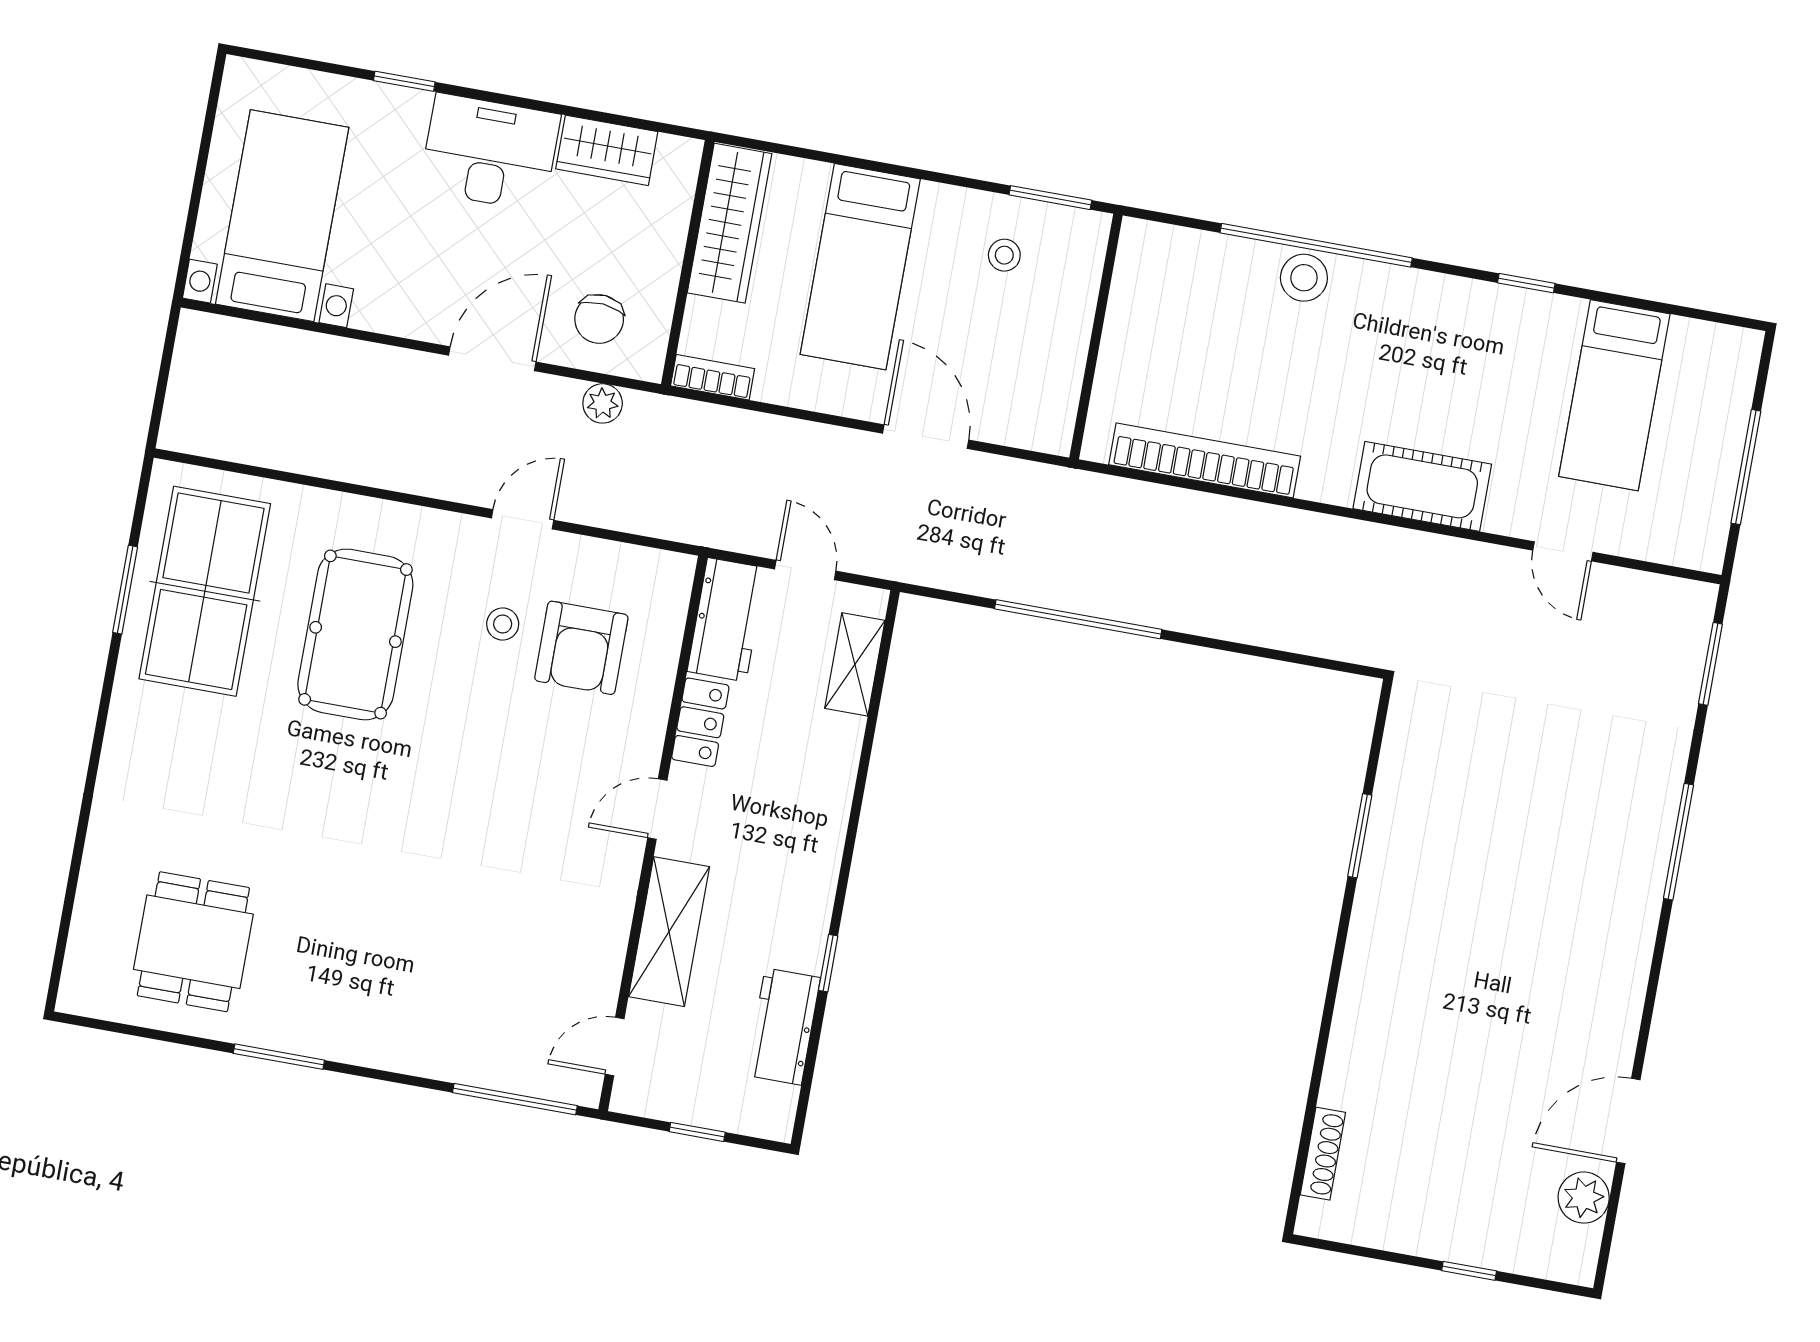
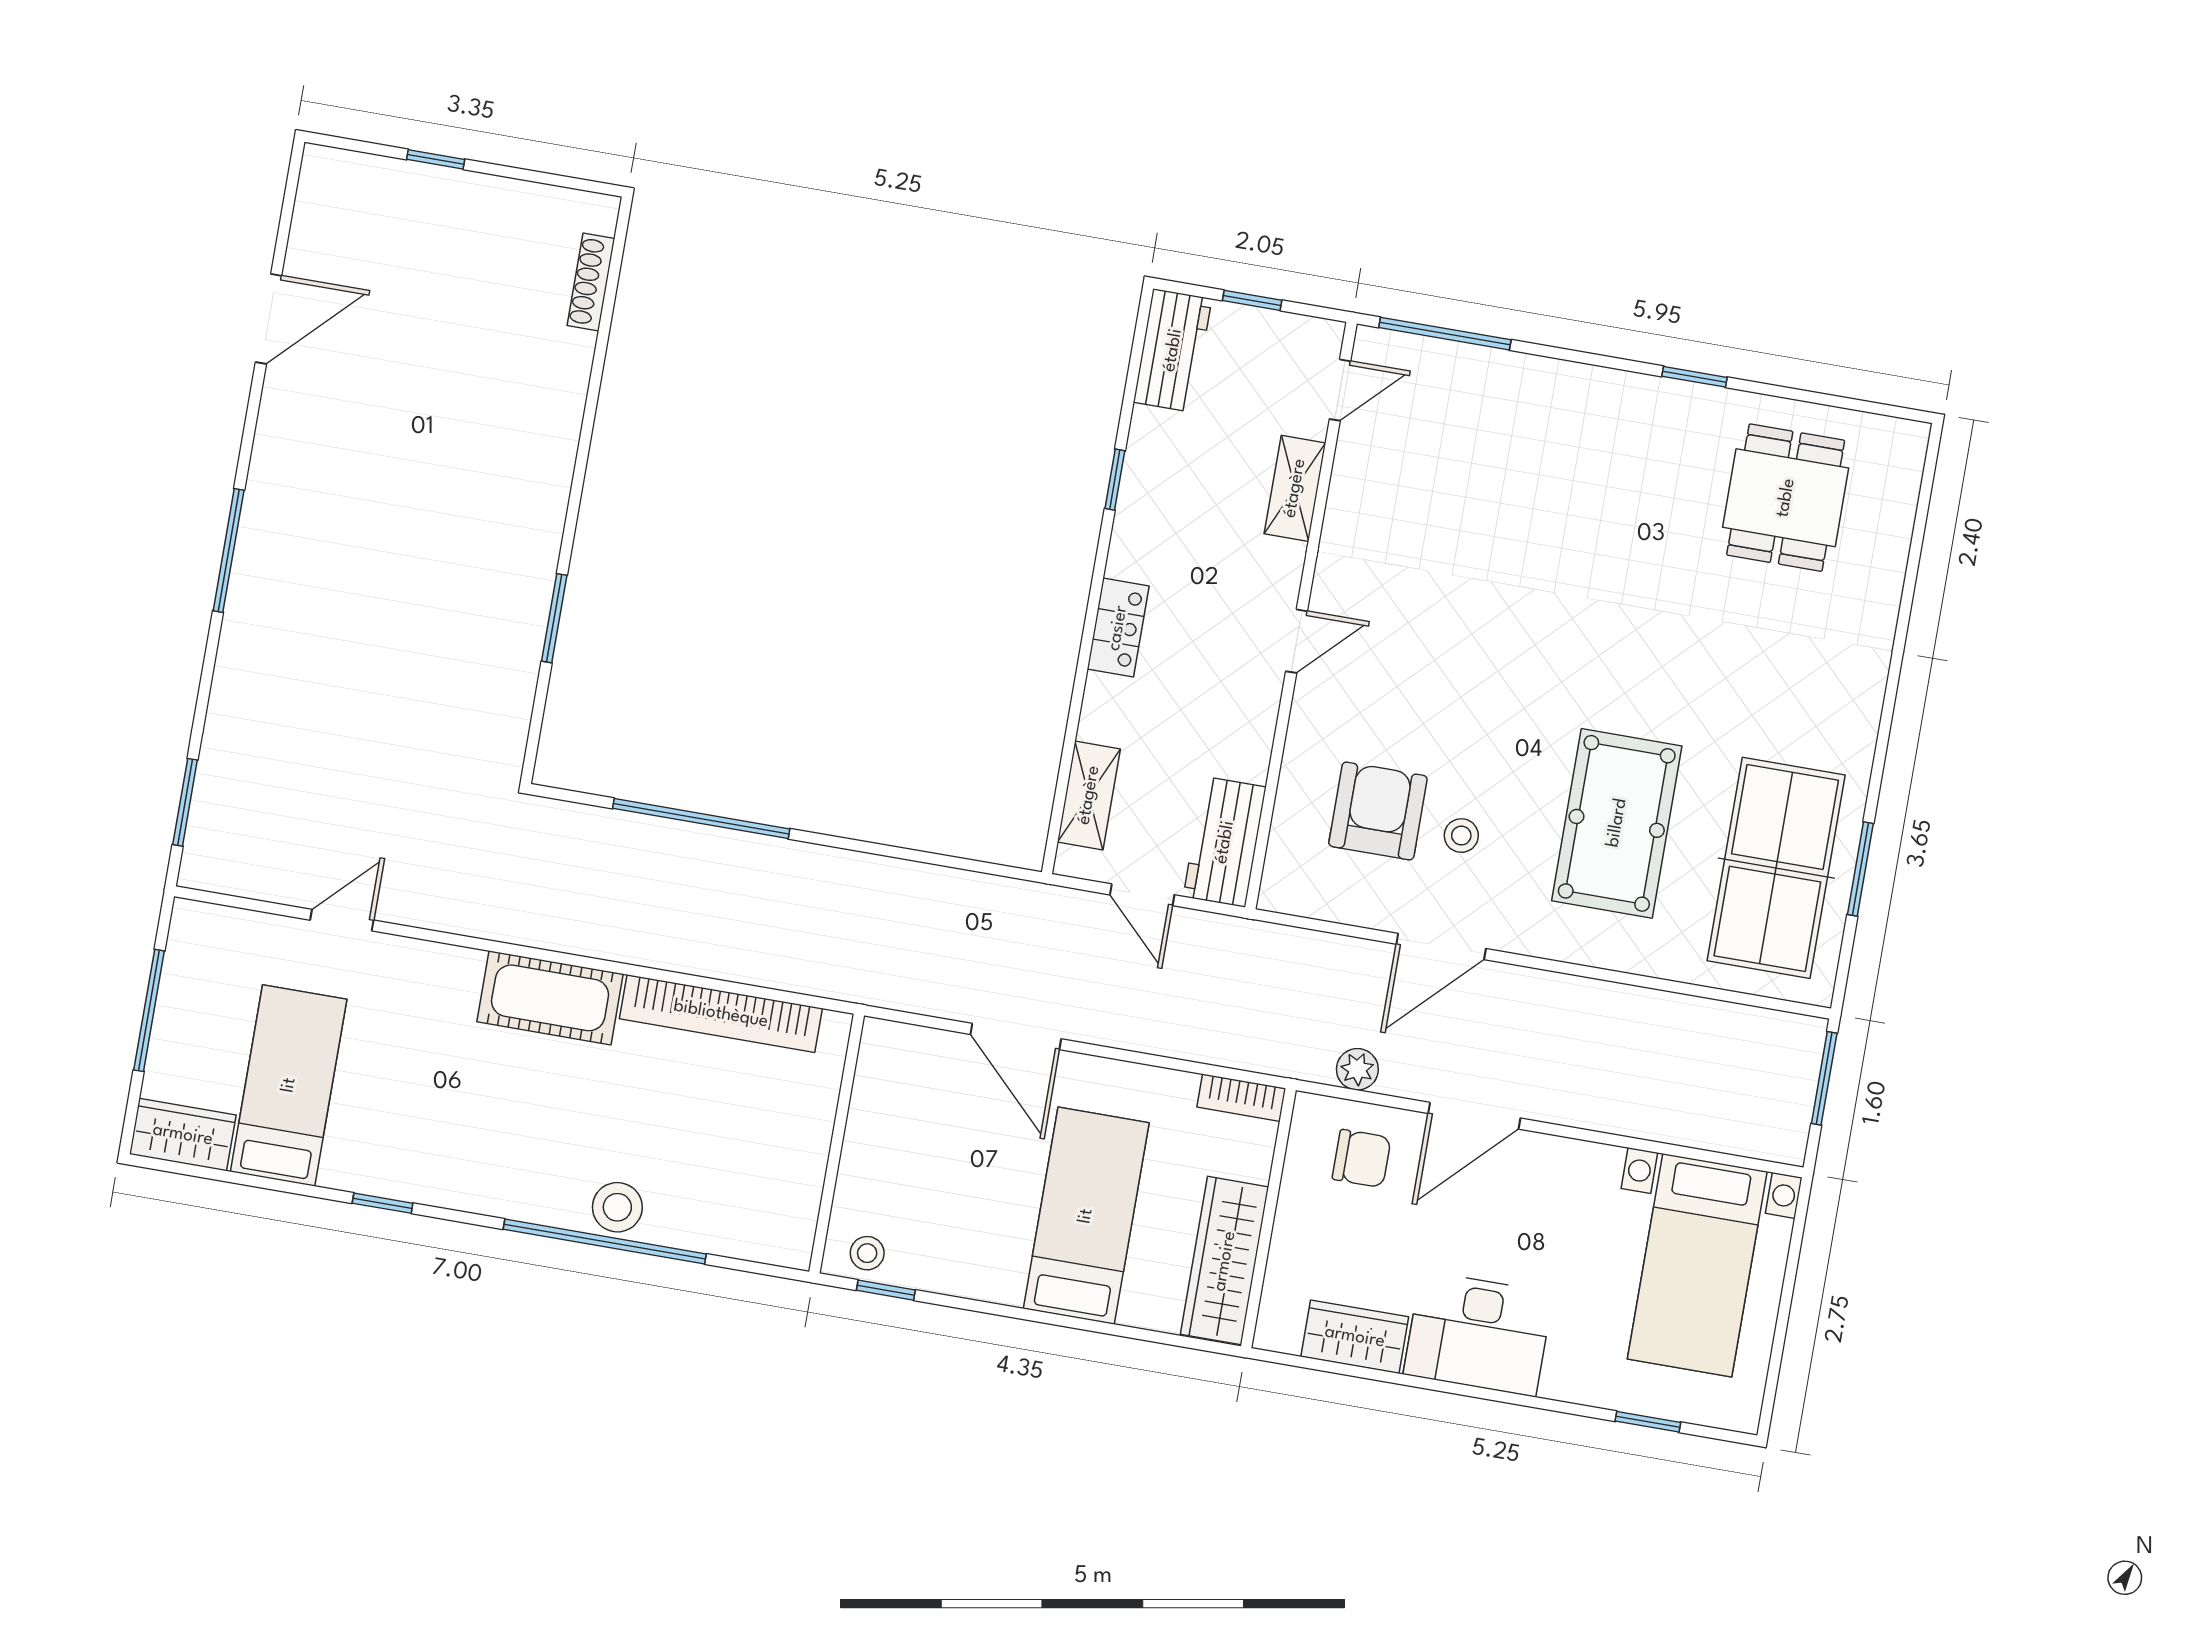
window: (404, 81) -> (1648, 1422), moved
window: (1050, 198) -> (886, 1290), width x0.67
stool: (1004, 255) -> (867, 1253), moved
chair: (599, 319) -> (1362, 1158), turned 85
wardrobe: (1715, 349) -> (183, 1135), added
window: (161, 392) -> (1824, 1078), added
cot: (1422, 486) -> (550, 998), moved
door: (523, 519) -> (1441, 946), width x1.38
door: (1563, 551) -> (342, 920), hinge flipped
window: (1078, 619) -> (701, 819), moved
locker: (700, 722) -> (1118, 628), moved, turned 180
window: (1678, 842) -> (229, 551), moved
shelving: (669, 932) -> (1295, 488), width x0.67, depth x0.75
workbench: (783, 1027) -> (1173, 350), moved
window: (279, 1057) -> (1694, 377), width x0.67
plant: (1584, 1198) -> (315, 238), removed

